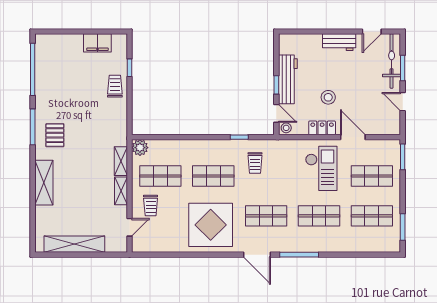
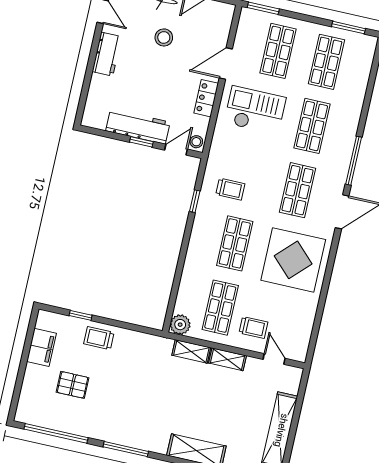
stool: (328, 97) -> (164, 37), moved
pallet: (55, 135) -> (73, 385), moved

